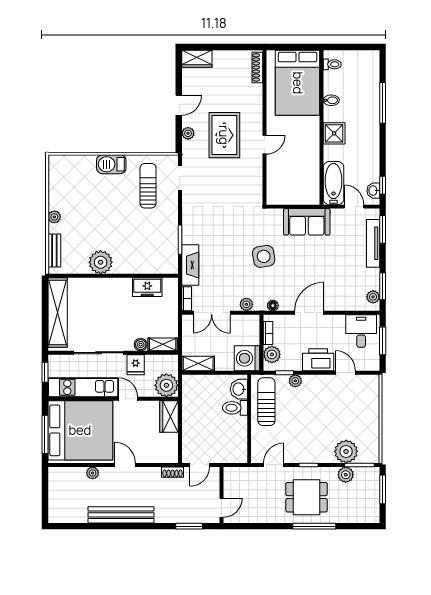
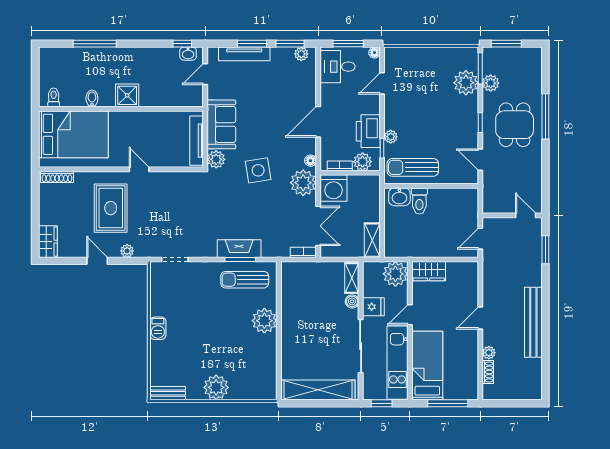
rug: (224, 135) -> (111, 208), moved, turned 90
barbecue: (111, 164) -> (158, 328), width x0.73, depth x0.79
bathtub: (333, 183) -> (180, 96), removed
sun lounger: (148, 186) -> (245, 280), moved
tv unit: (292, 199) -> (197, 141), added
plant: (54, 217) -> (216, 387), width x1.87, depth x1.87
plant: (274, 217) -> (216, 159), added
window: (383, 229) -> (252, 44), moved
bench: (54, 251) -> (168, 393), moved
plant: (101, 262) -> (264, 321), moved
fireplace: (190, 265) -> (239, 249), moved
freezer: (147, 287) -> (291, 294), removed
plant: (246, 304) -> (303, 183), width x1.87, depth x1.87
door: (309, 313) -> (318, 122), hinge flipped
washing machine: (247, 358) -> (333, 188), moved
printer: (318, 360) -> (368, 131), moved
floor lamp: (374, 366) -> (374, 53), added
bed: (80, 430) -> (427, 366), width x0.49
door: (200, 465) -> (480, 239), swing flipped
shoe rack: (173, 472) -> (488, 372), moved

